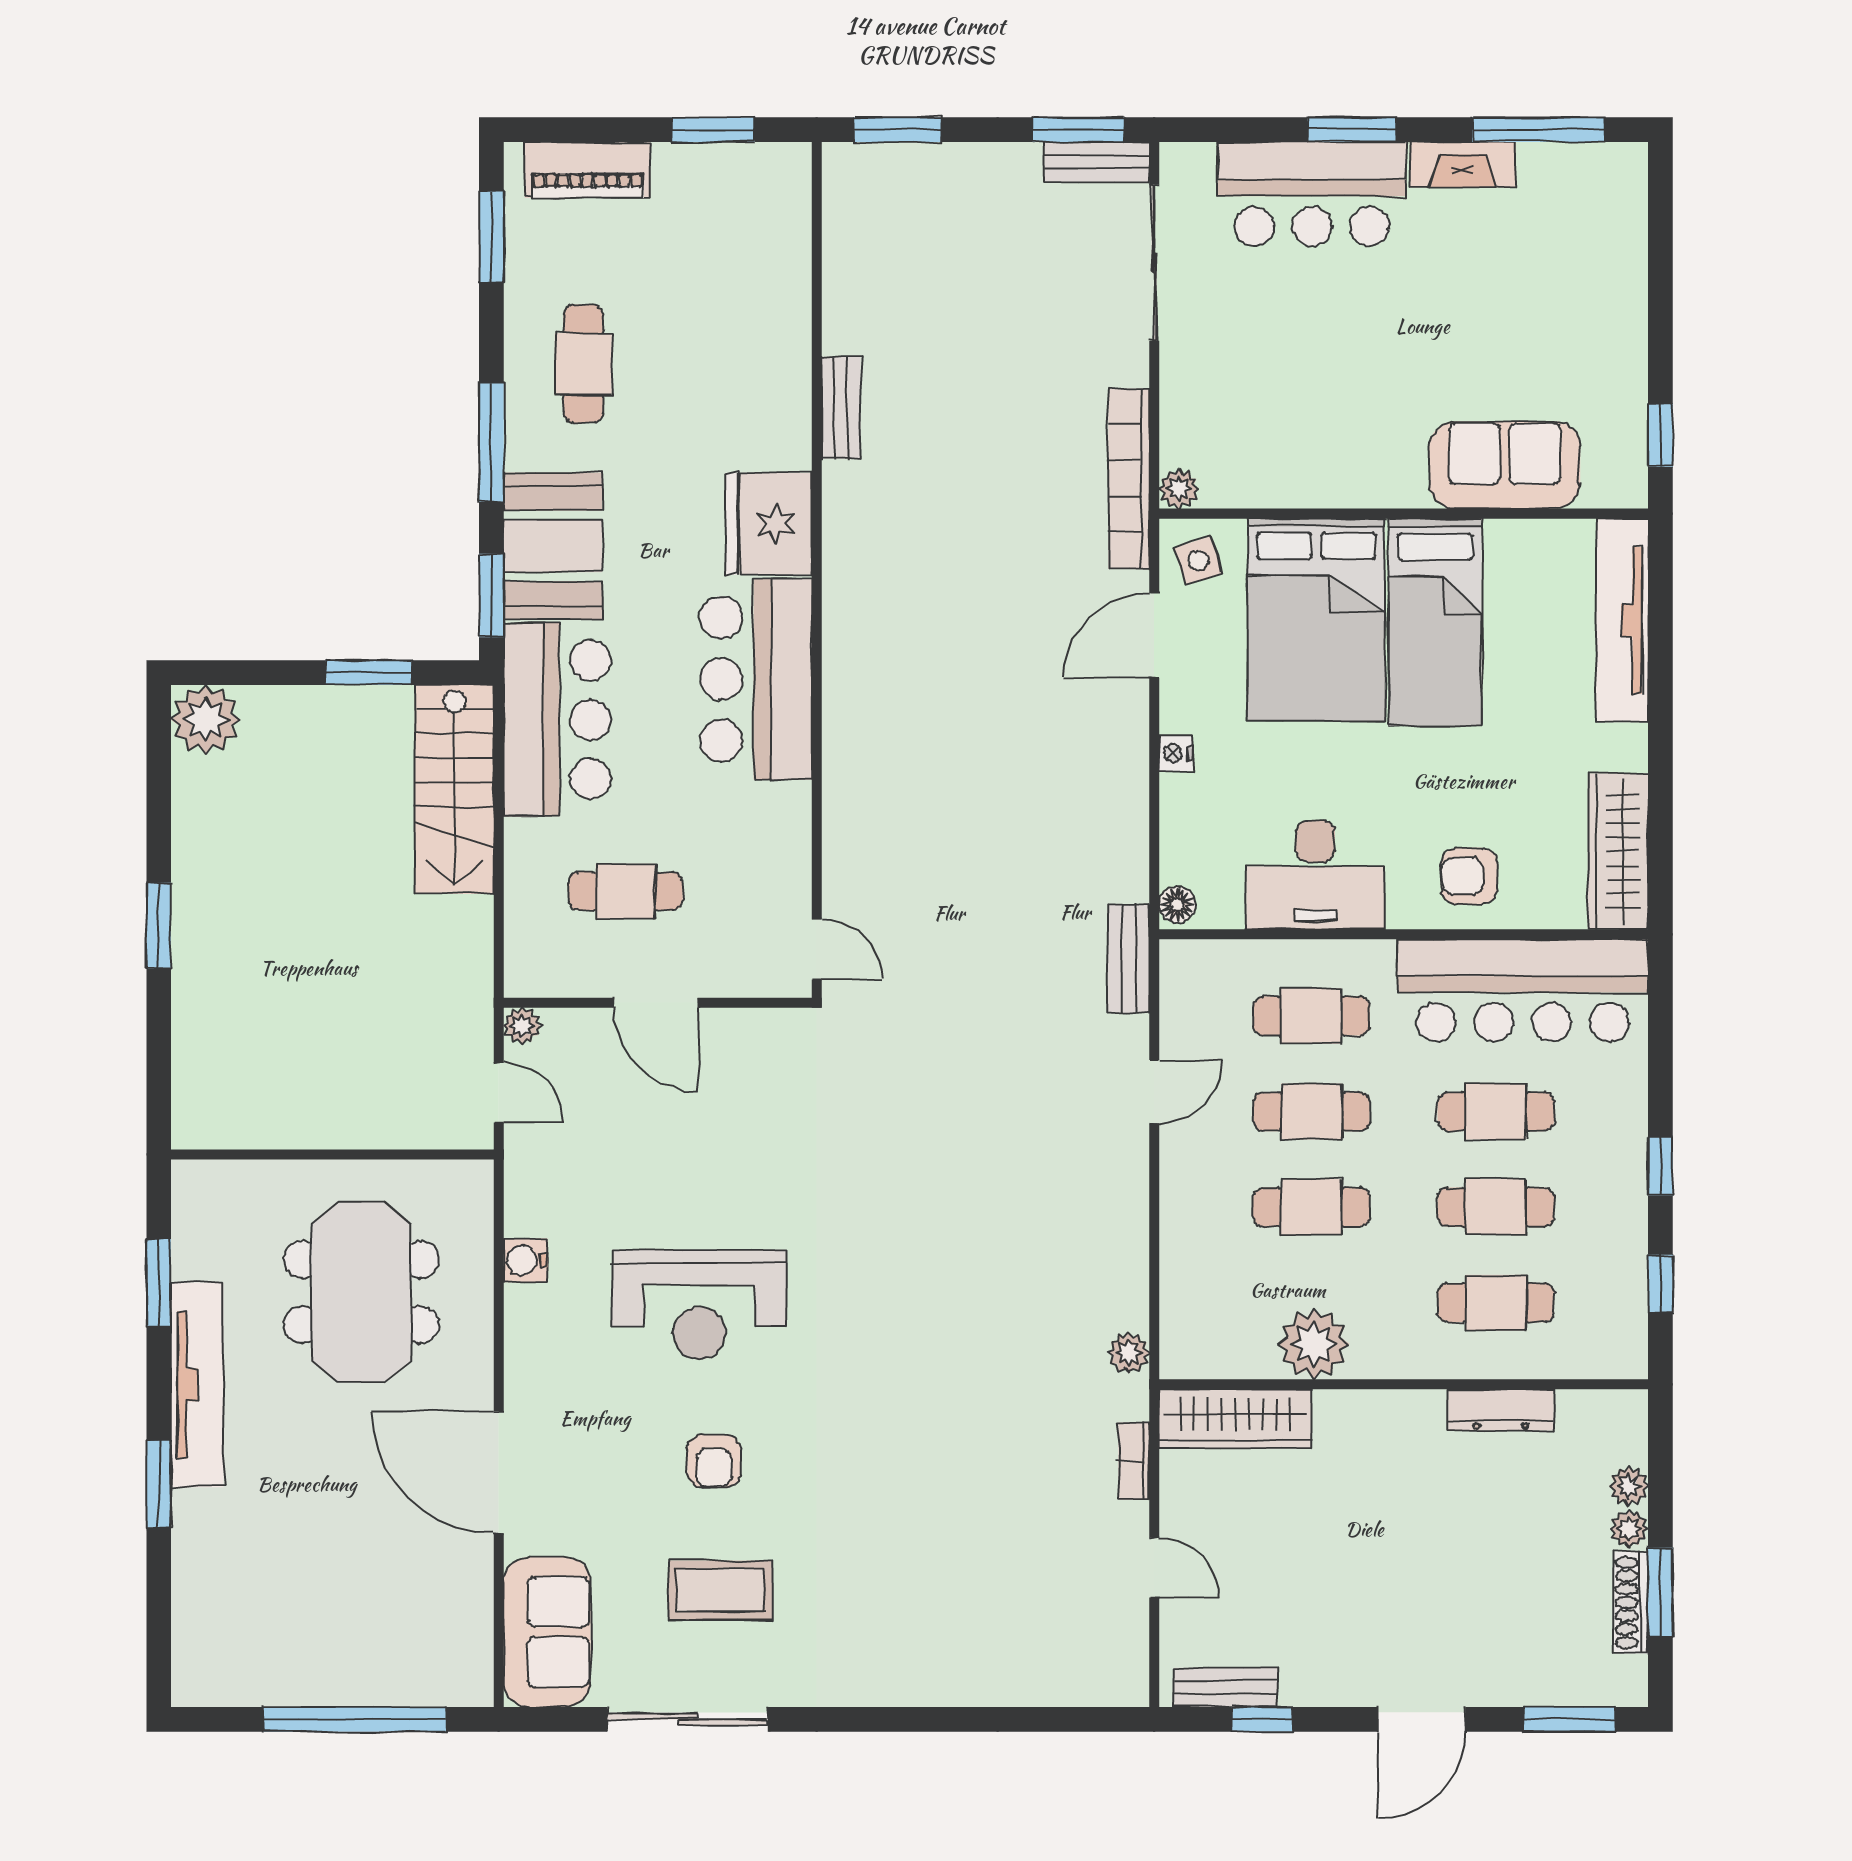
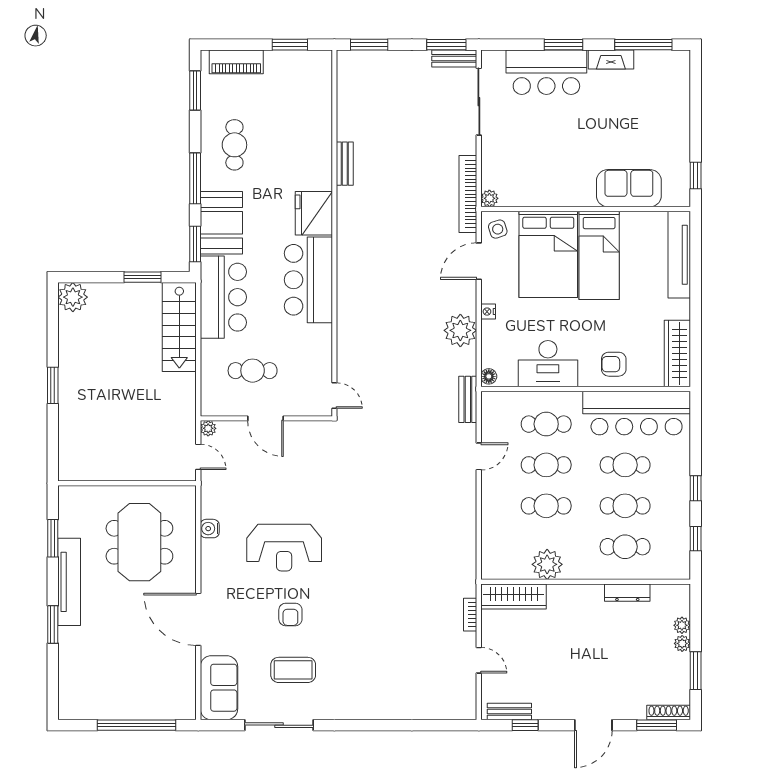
plant: (1129, 1353) -> (460, 330), moved, width x1.87, depth x1.87
shoe rack: (1631, 1602) -> (669, 712), moved, turned 90

